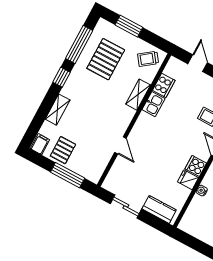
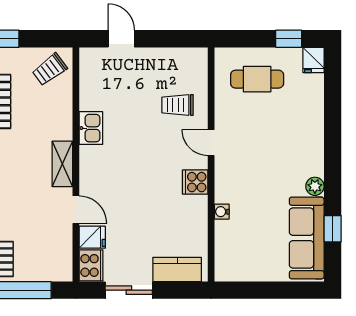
cooker: (164, 85) -> (91, 265), moved
shelving: (138, 95) -> (62, 164), moved
fridge: (188, 180) -> (92, 237), moved, turned 180

